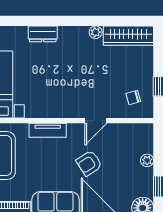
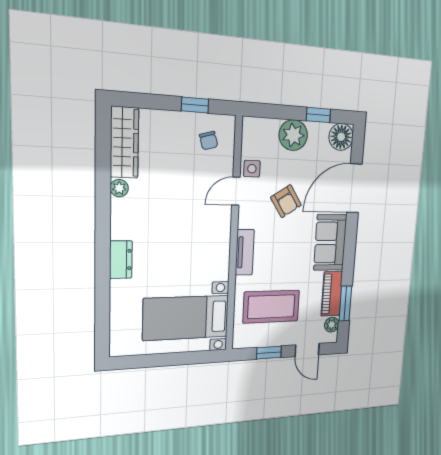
door: (96, 121) -> (236, 191), swing flipped
side table: (114, 133) -> (252, 169), added
plant: (147, 160) -> (293, 135), width x1.88, depth x1.88

